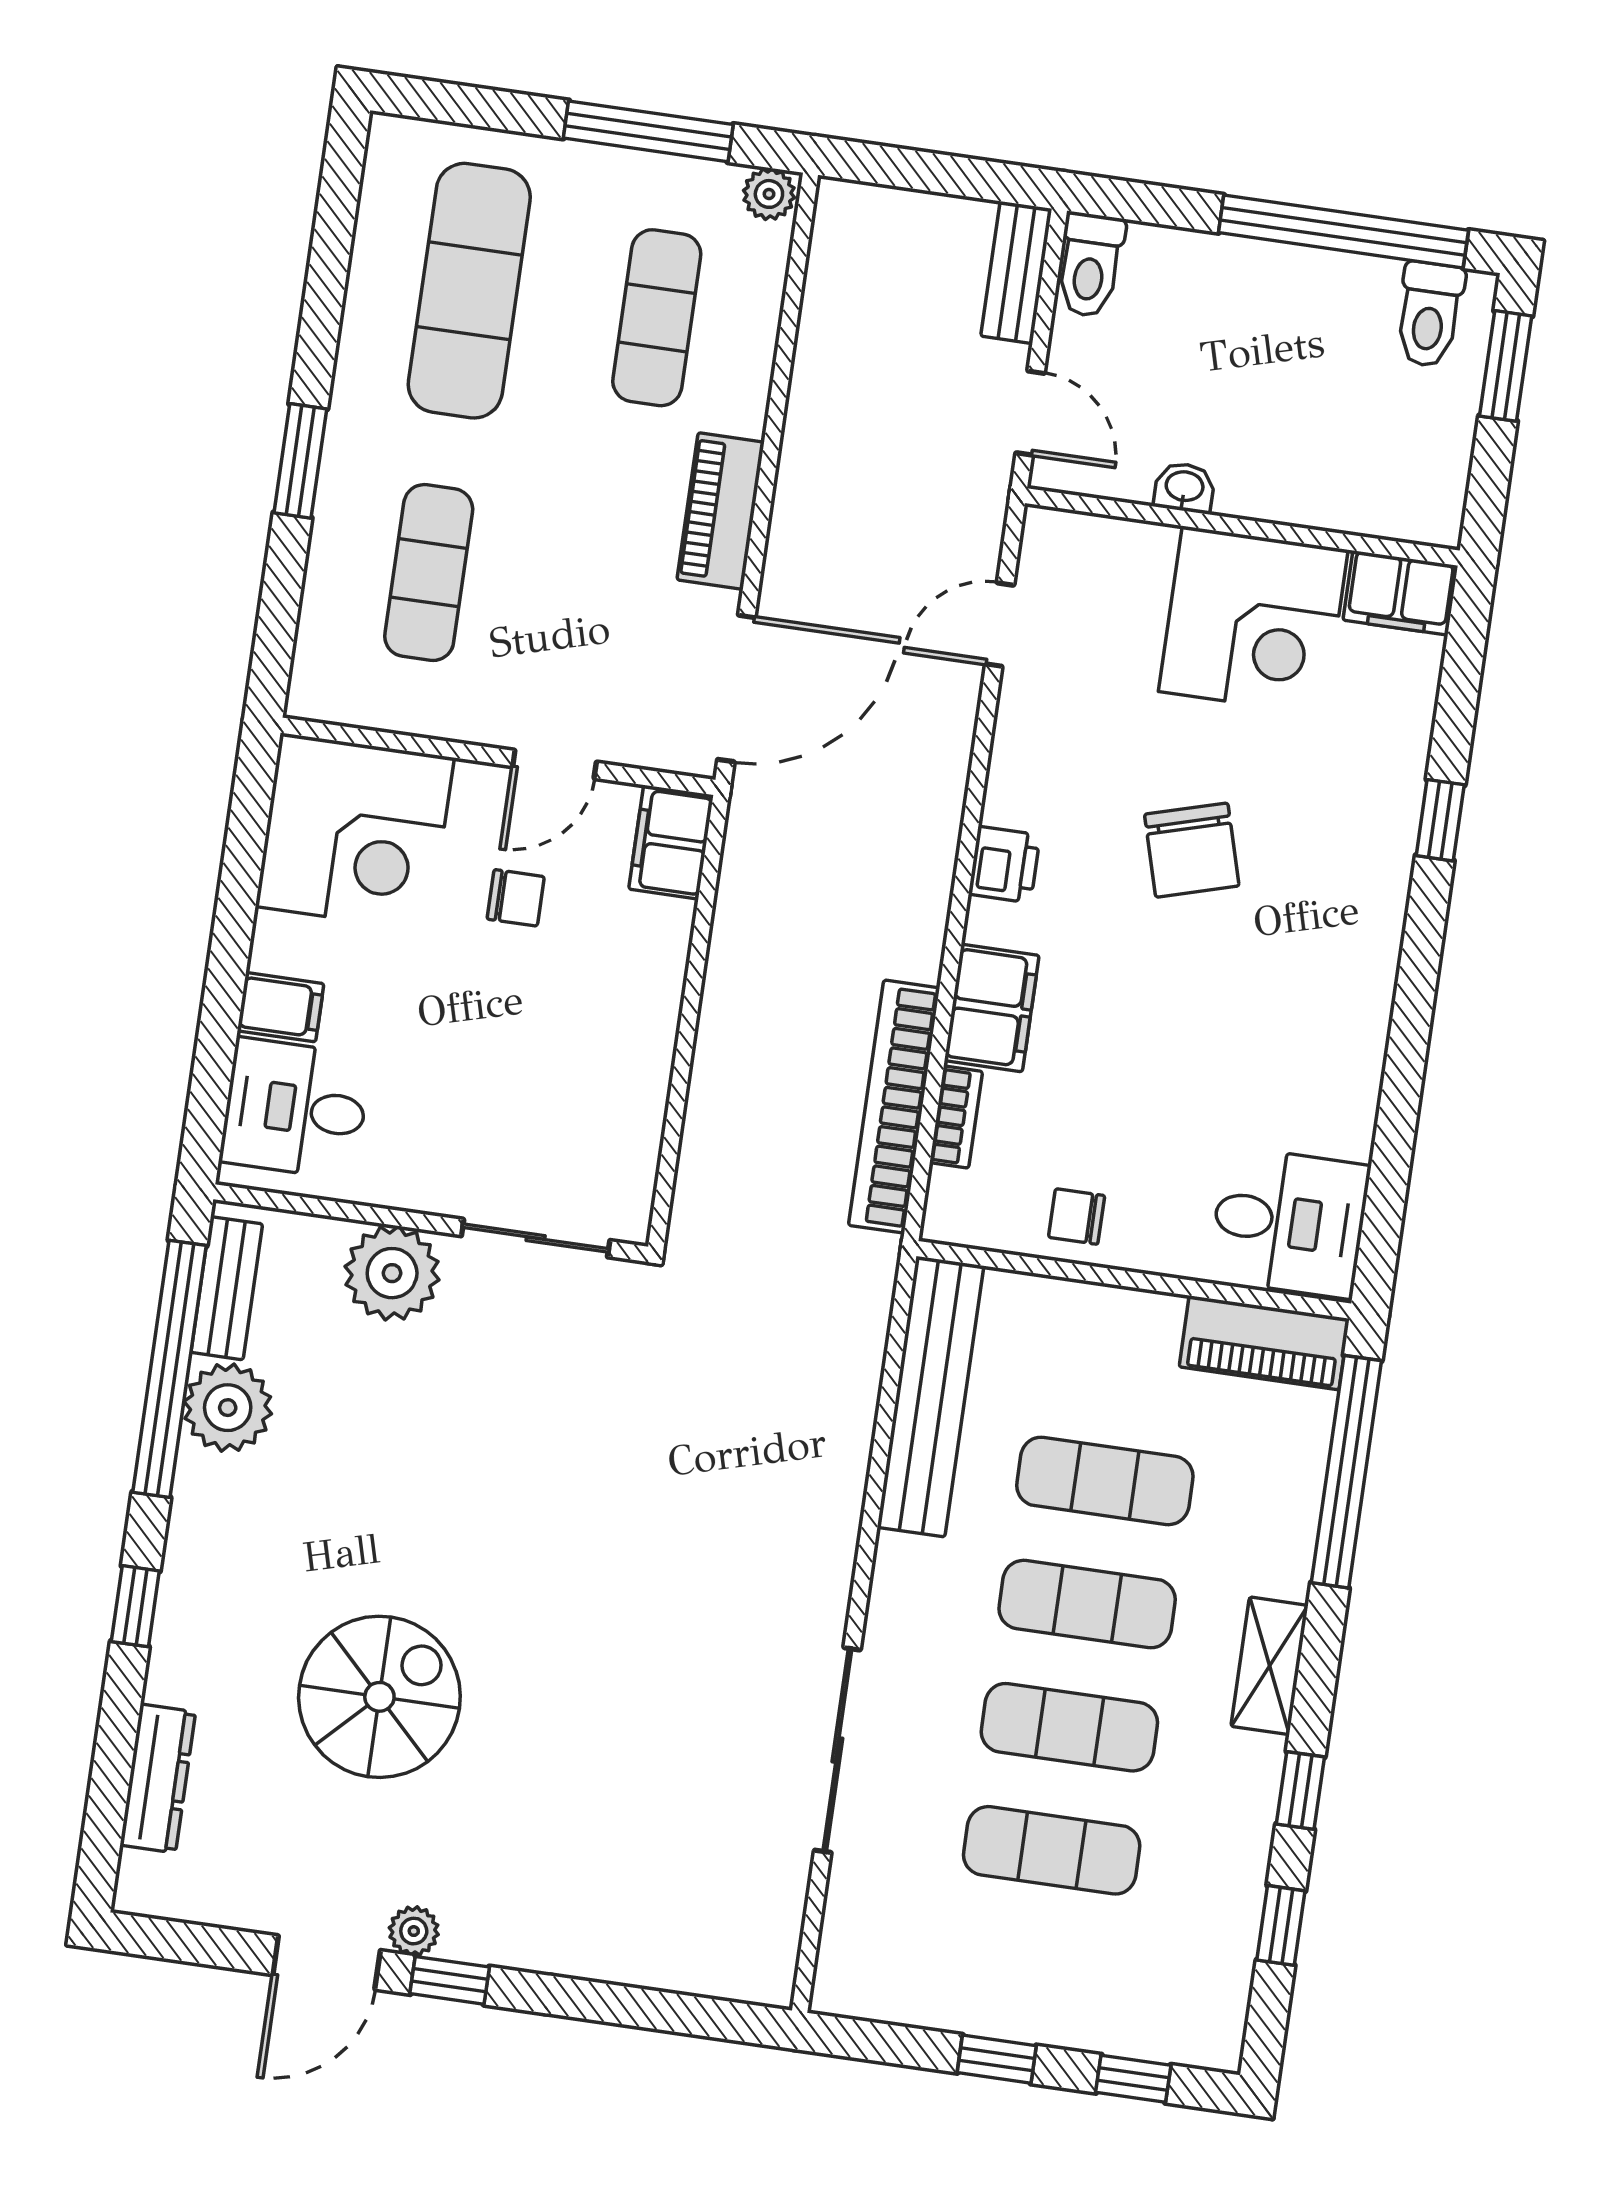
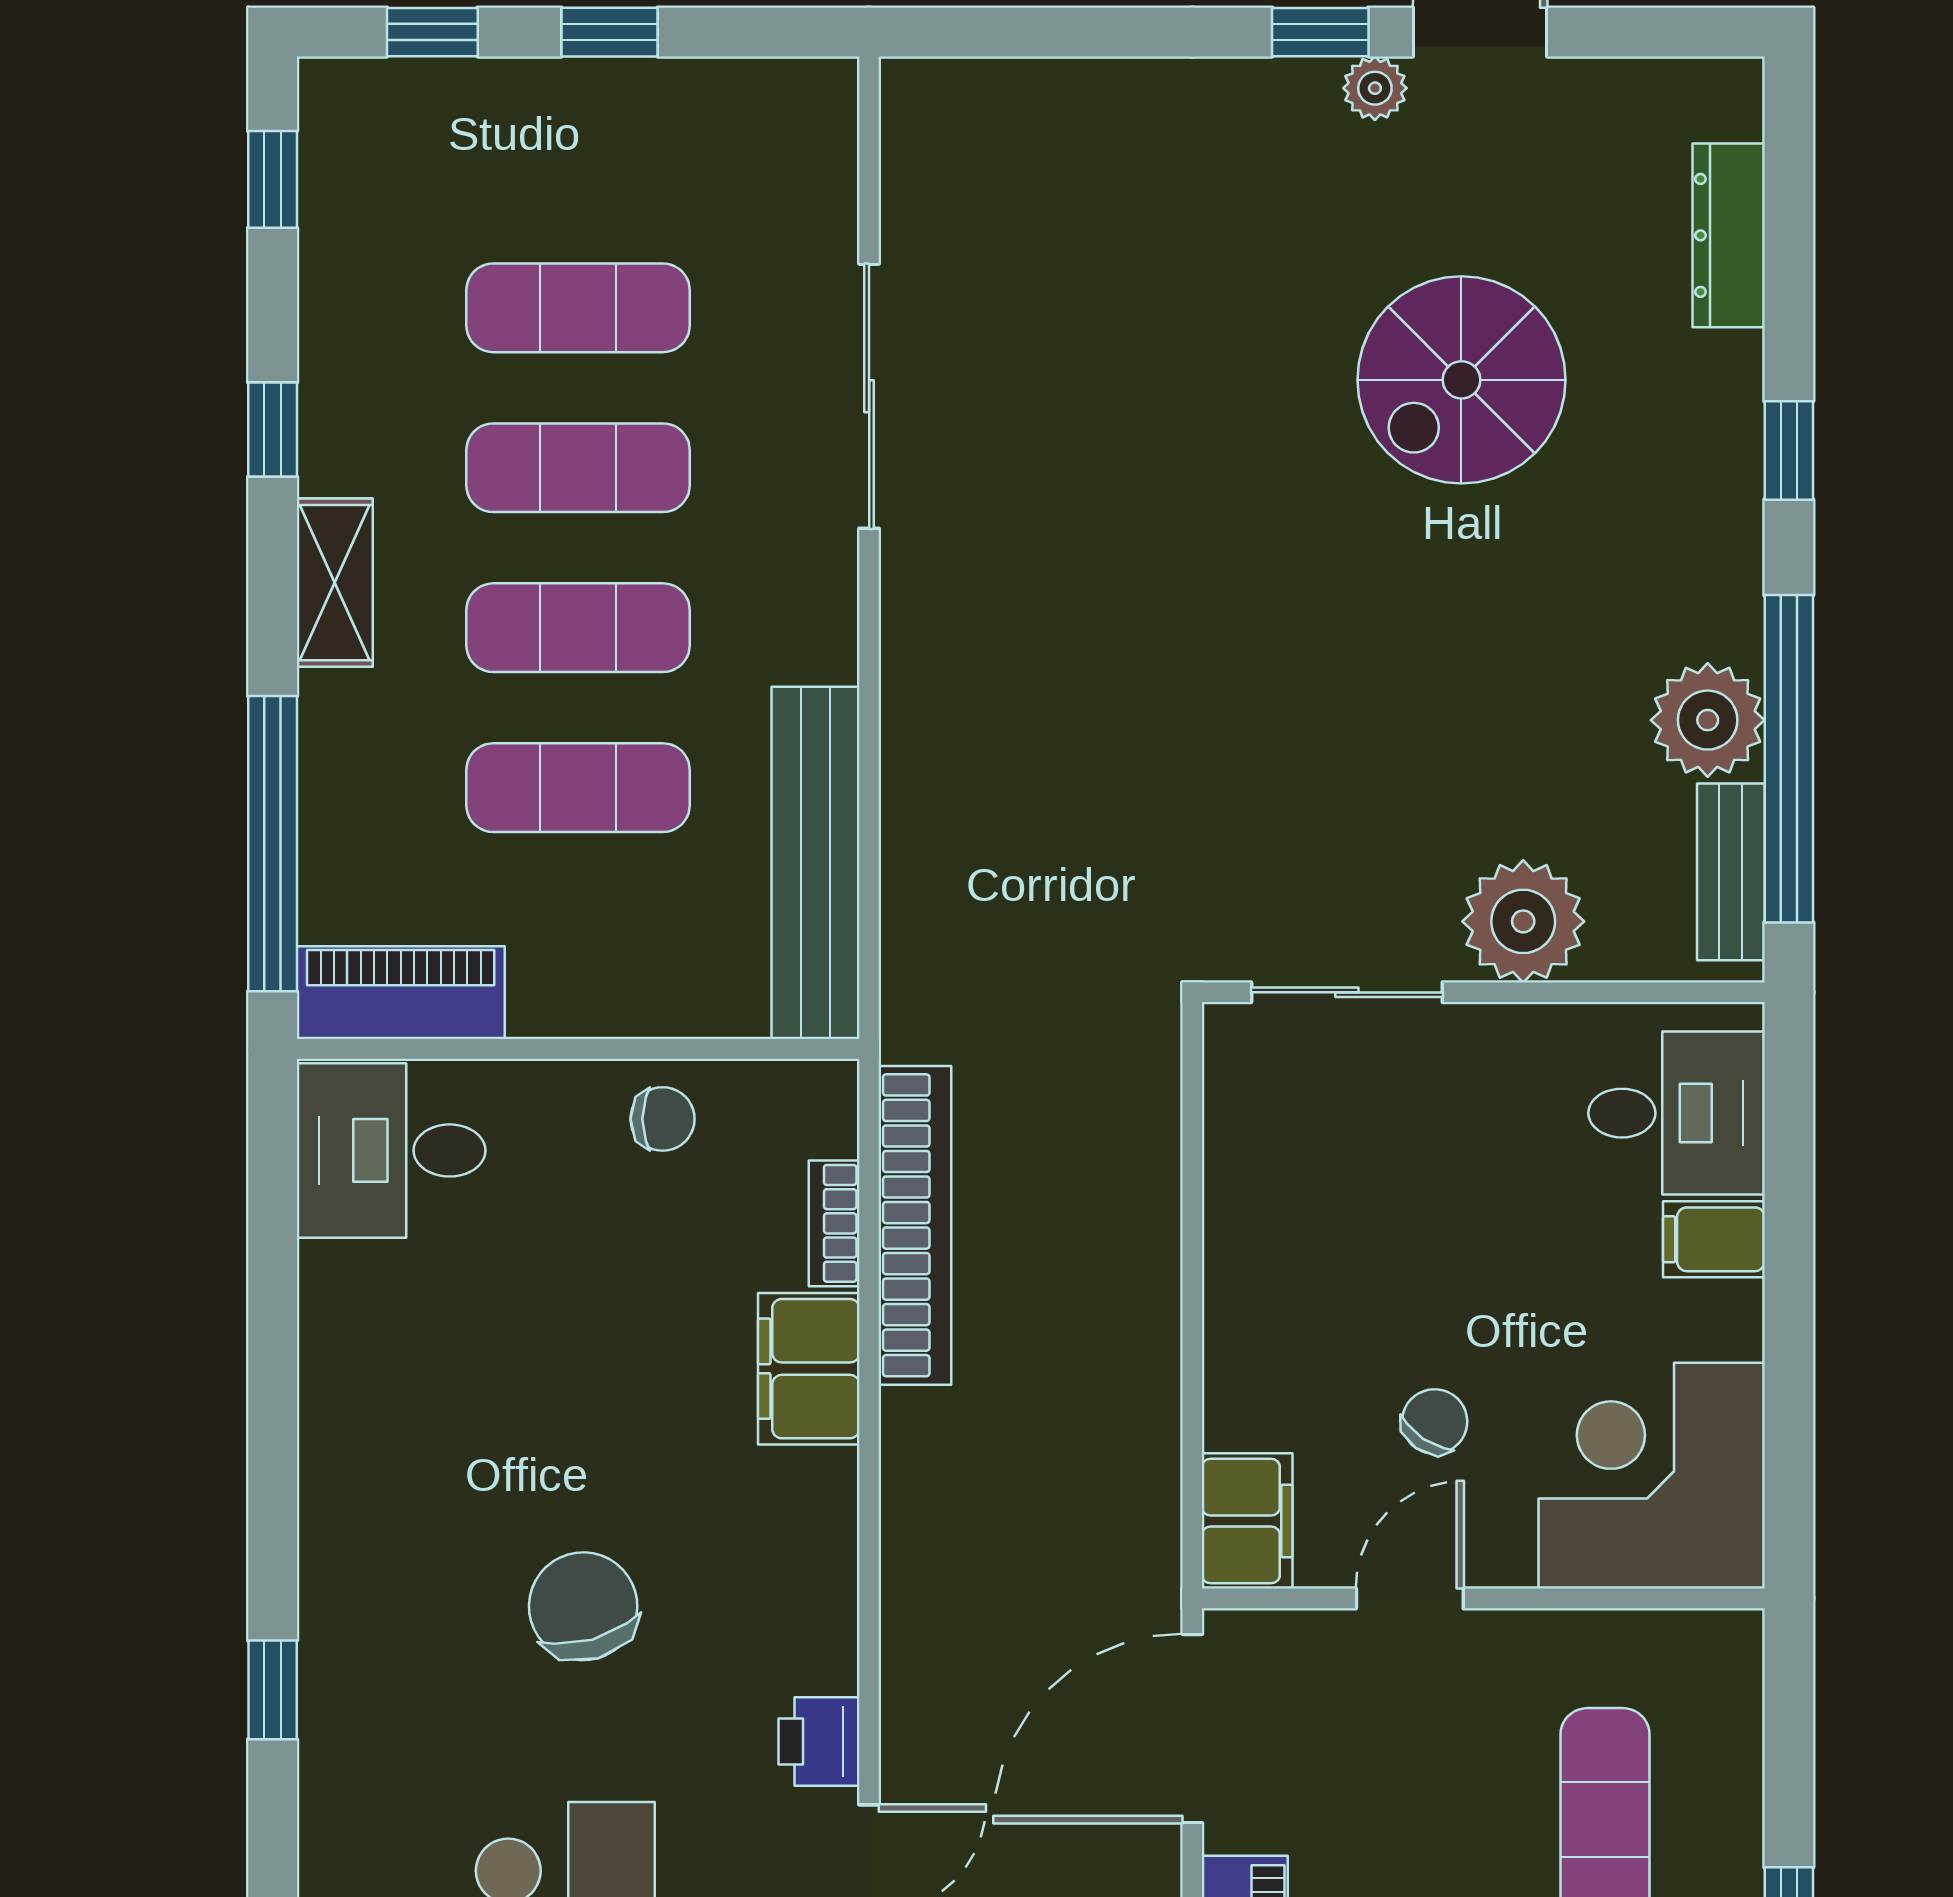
printer: (1004, 865) -> (819, 1741), moved
chair: (516, 898) -> (1435, 1422), turned 124
window: (1281, 1925) -> (273, 179), moved

